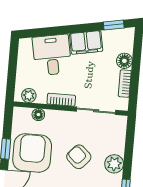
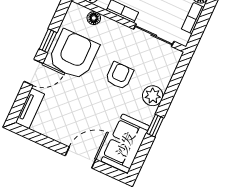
armchair: (79, 157) -> (119, 76), turned 48

